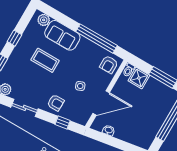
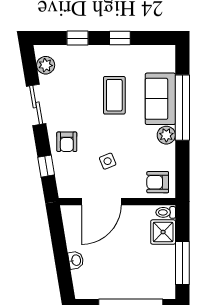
plant: (44, 20) -> (166, 135), moved
window: (96, 39) -> (182, 108), moved
door: (101, 103) -> (101, 202), hinge flipped
washbasin: (109, 130) -> (76, 260), moved

